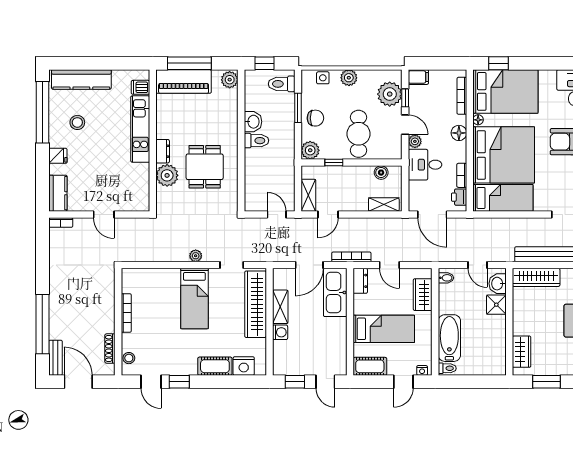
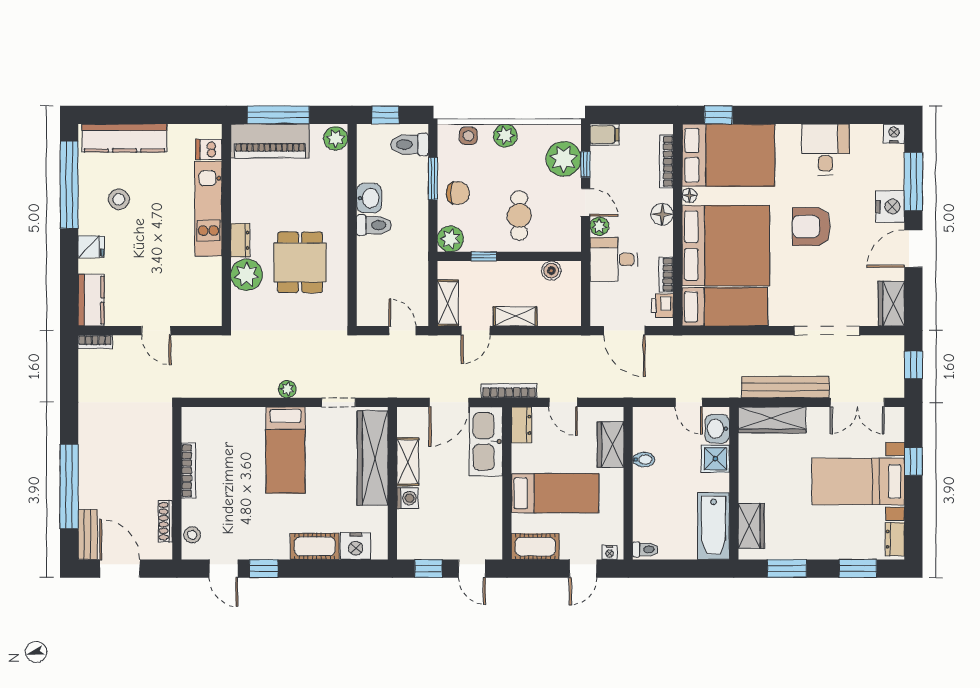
cafe table: (358, 134) -> (519, 215), width x0.73, depth x0.74
shelving: (384, 205) -> (515, 316), moved
bidet: (446, 278) -> (644, 460), moved
bathtub: (449, 338) -> (713, 526), moved, turned 180

